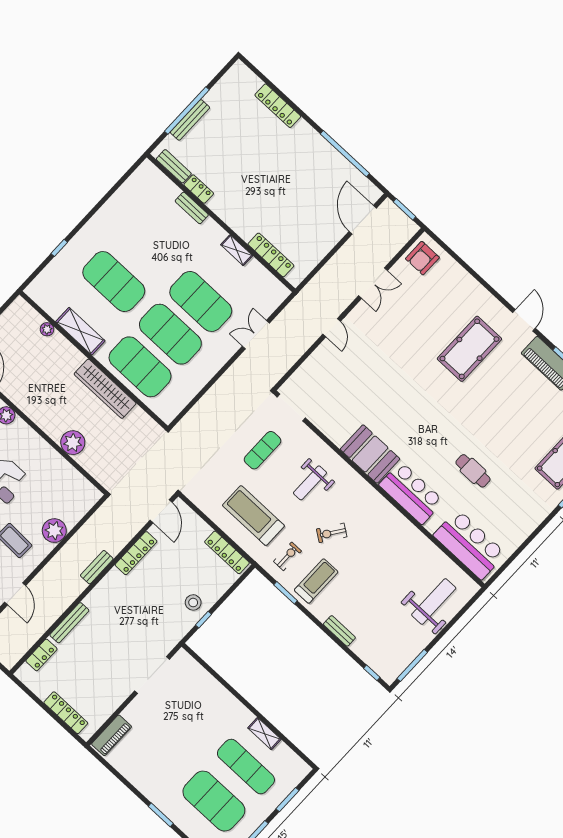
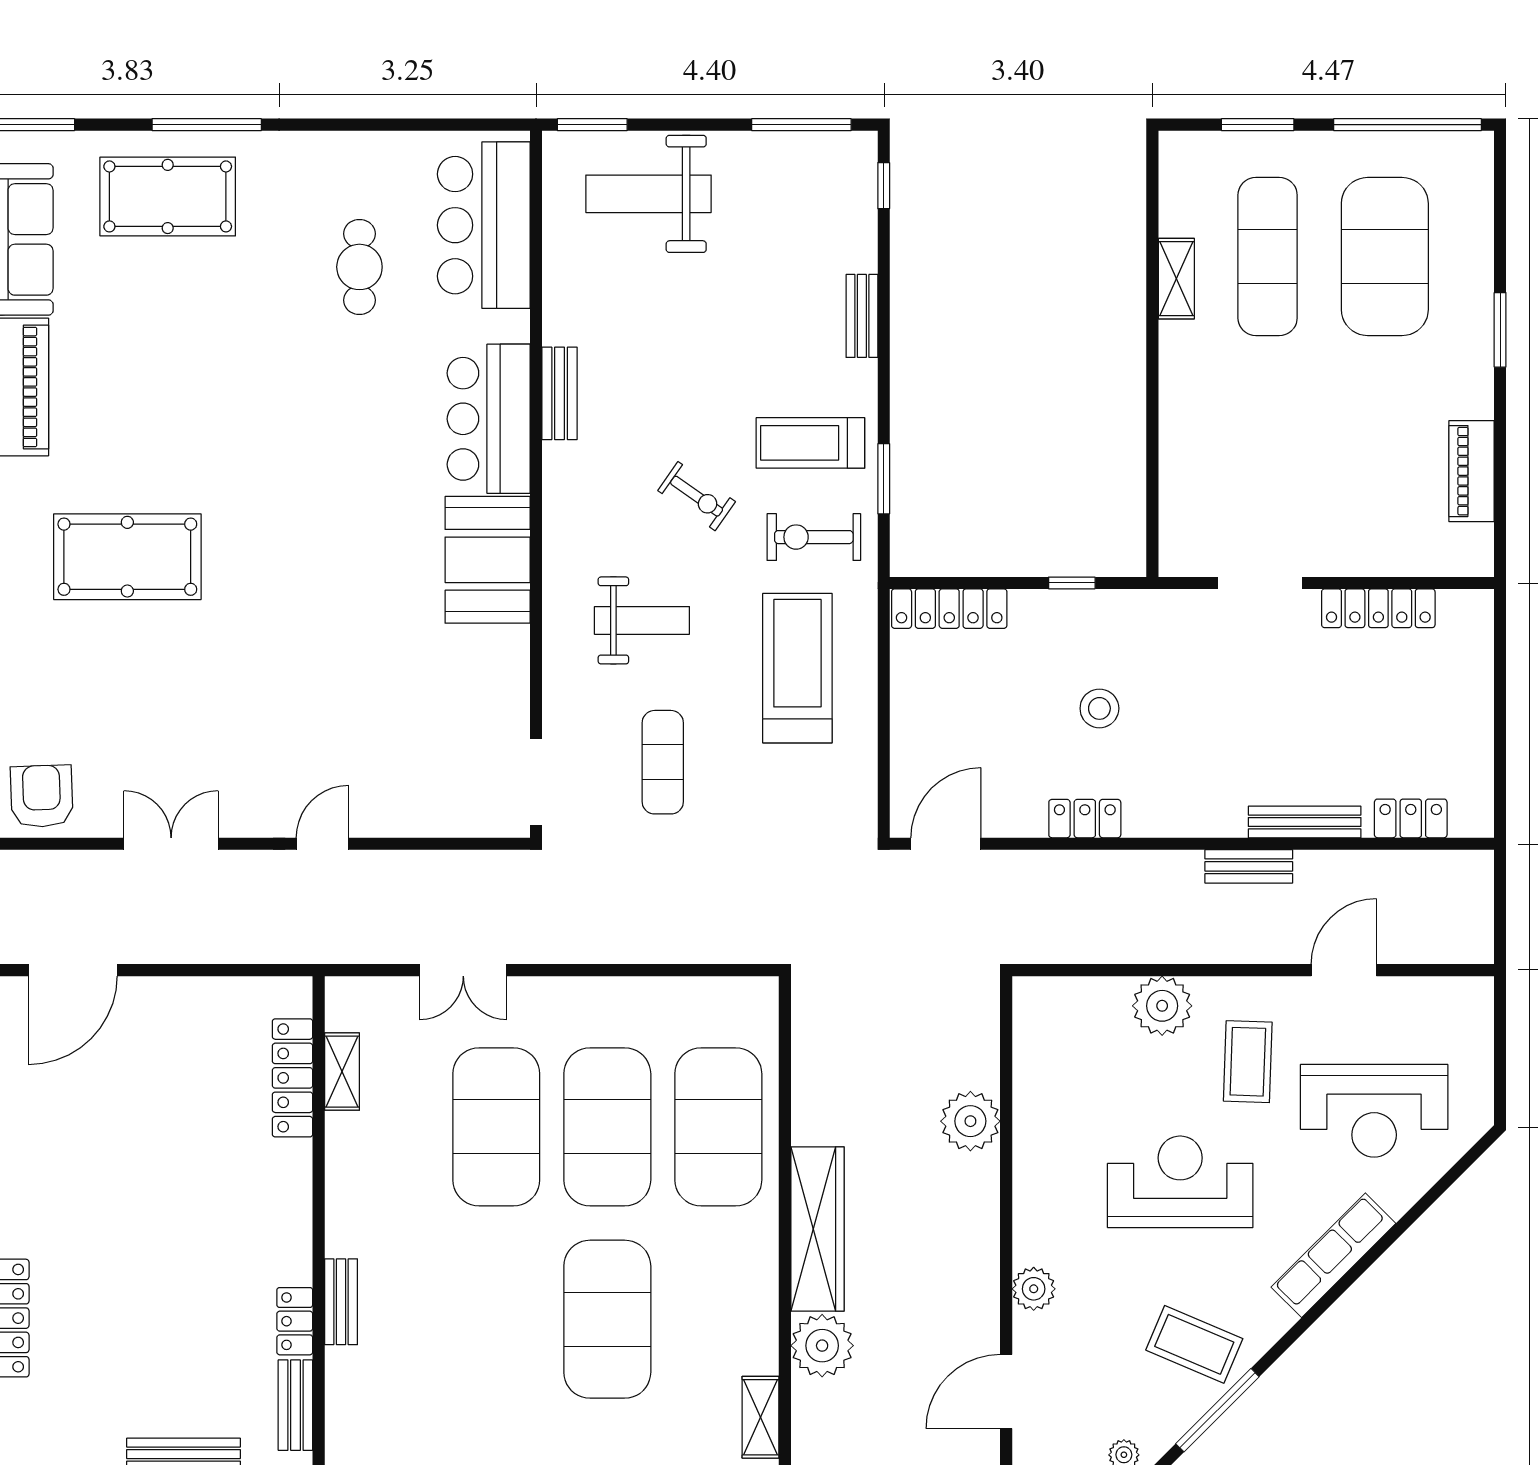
shelving: (237, 250) -> (342, 1072), moved
armchair: (422, 258) -> (42, 796), turned -92
plant: (47, 329) -> (822, 1346), width x1.88, depth x1.88
shelving: (80, 331) -> (761, 1417), moved, width x0.67, depth x0.75
wardrobe: (105, 389) -> (817, 1229), moved
exercise mat: (263, 450) -> (663, 762), turned 90
cafe table: (473, 471) -> (359, 267), moved
treadmill: (253, 516) -> (797, 668), turned 180
bench: (399, 521) -> (560, 393), added
locker: (227, 552) -> (949, 609), moved, turned 90
locker: (136, 553) -> (1085, 819), width x0.66
exercise bike: (288, 556) -> (814, 537), width x1.38, depth x1.39
bench: (97, 567) -> (1249, 866), moved
stool: (193, 602) -> (1099, 708), moved
window: (469, 604) -> (592, 125), added
doorway: (152, 675) -> (1260, 583), width x0.73
locker: (66, 713) -> (1378, 608), moved, turned -90
piano: (112, 735) -> (1472, 471), moved, turned -90

